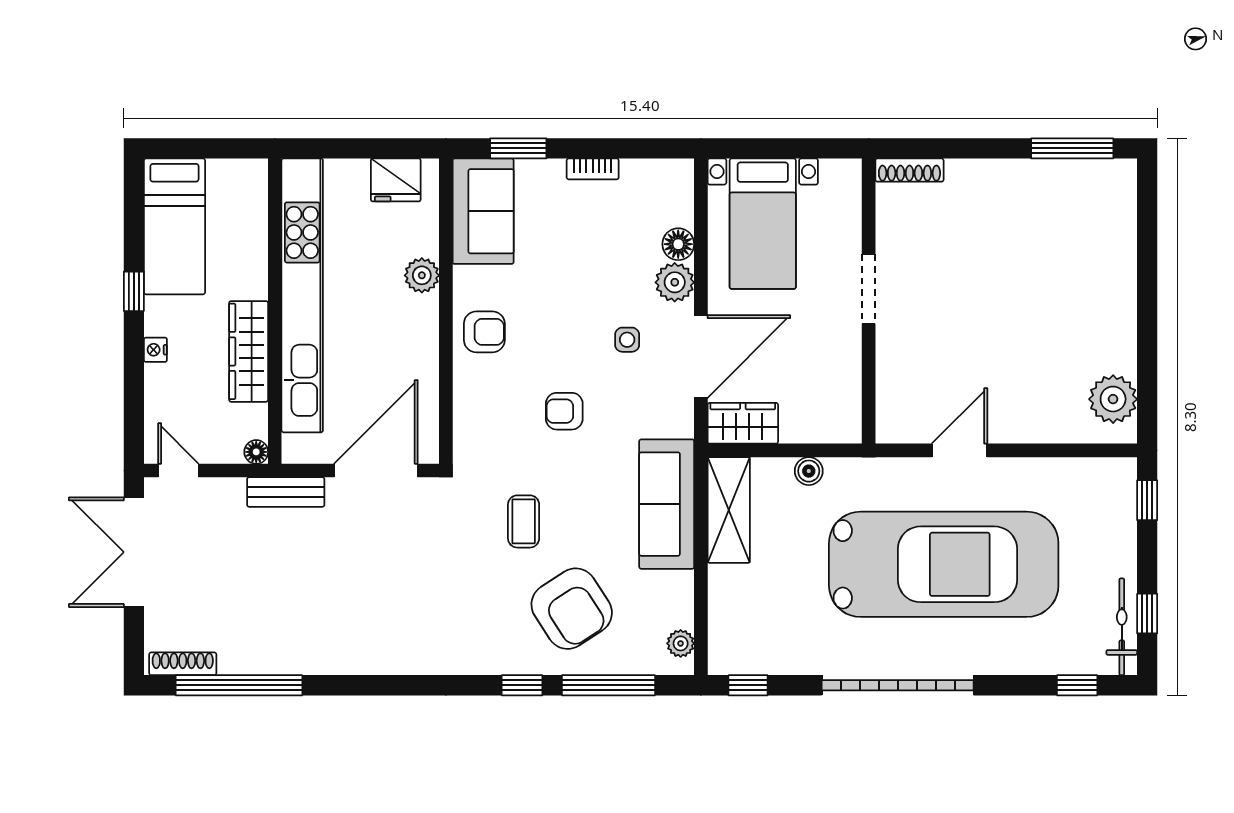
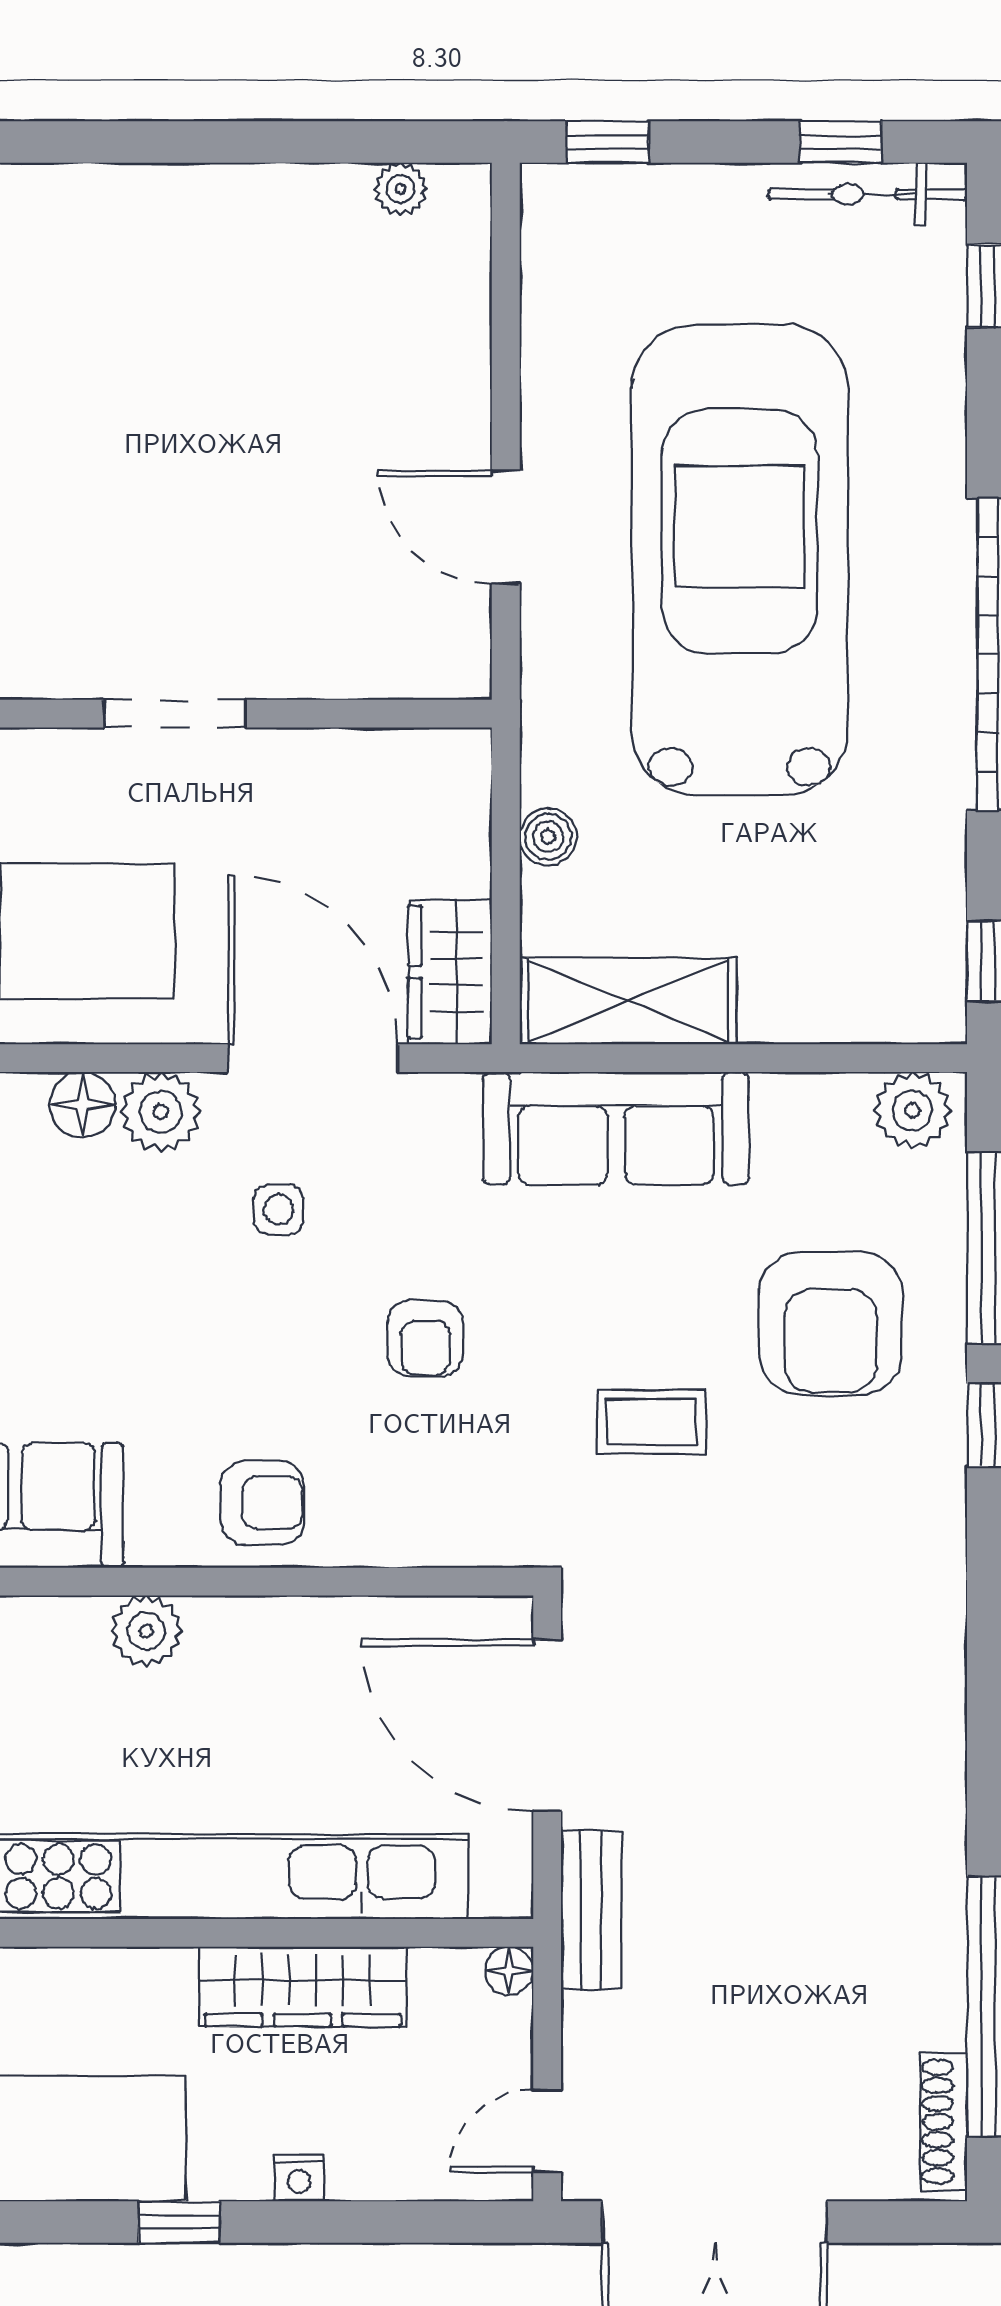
armchair: (484, 332) -> (262, 1503), turned 90
plant: (1113, 399) -> (400, 189), width x0.53, depth x0.53
armchair: (572, 609) -> (831, 1323), turned 123
plant: (681, 643) -> (913, 1110), width x1.38, depth x1.38

